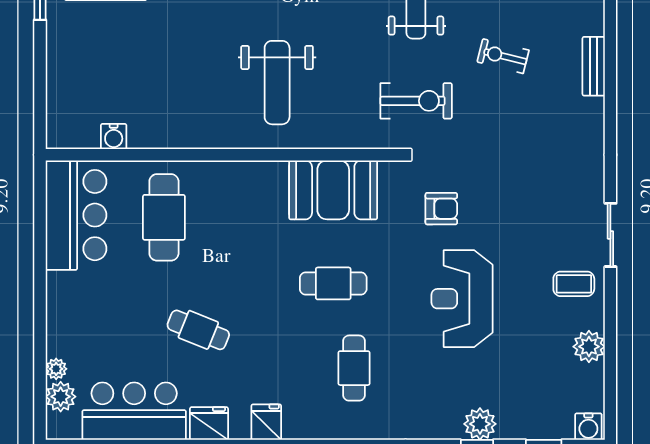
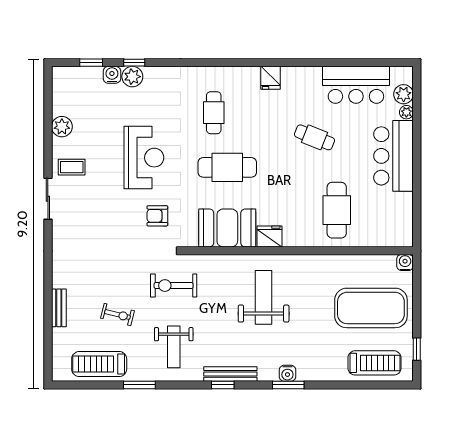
exercise mat: (111, 66) -> (371, 308), added
water cooler: (114, 136) -> (405, 262), moved
bar counter: (76, 215) -> (394, 156), moved
cafe table: (333, 283) -> (227, 167), width x1.37, depth x1.35
fridge: (209, 424) -> (269, 236), moved, turned 180
water cooler: (588, 427) -> (112, 75), moved

